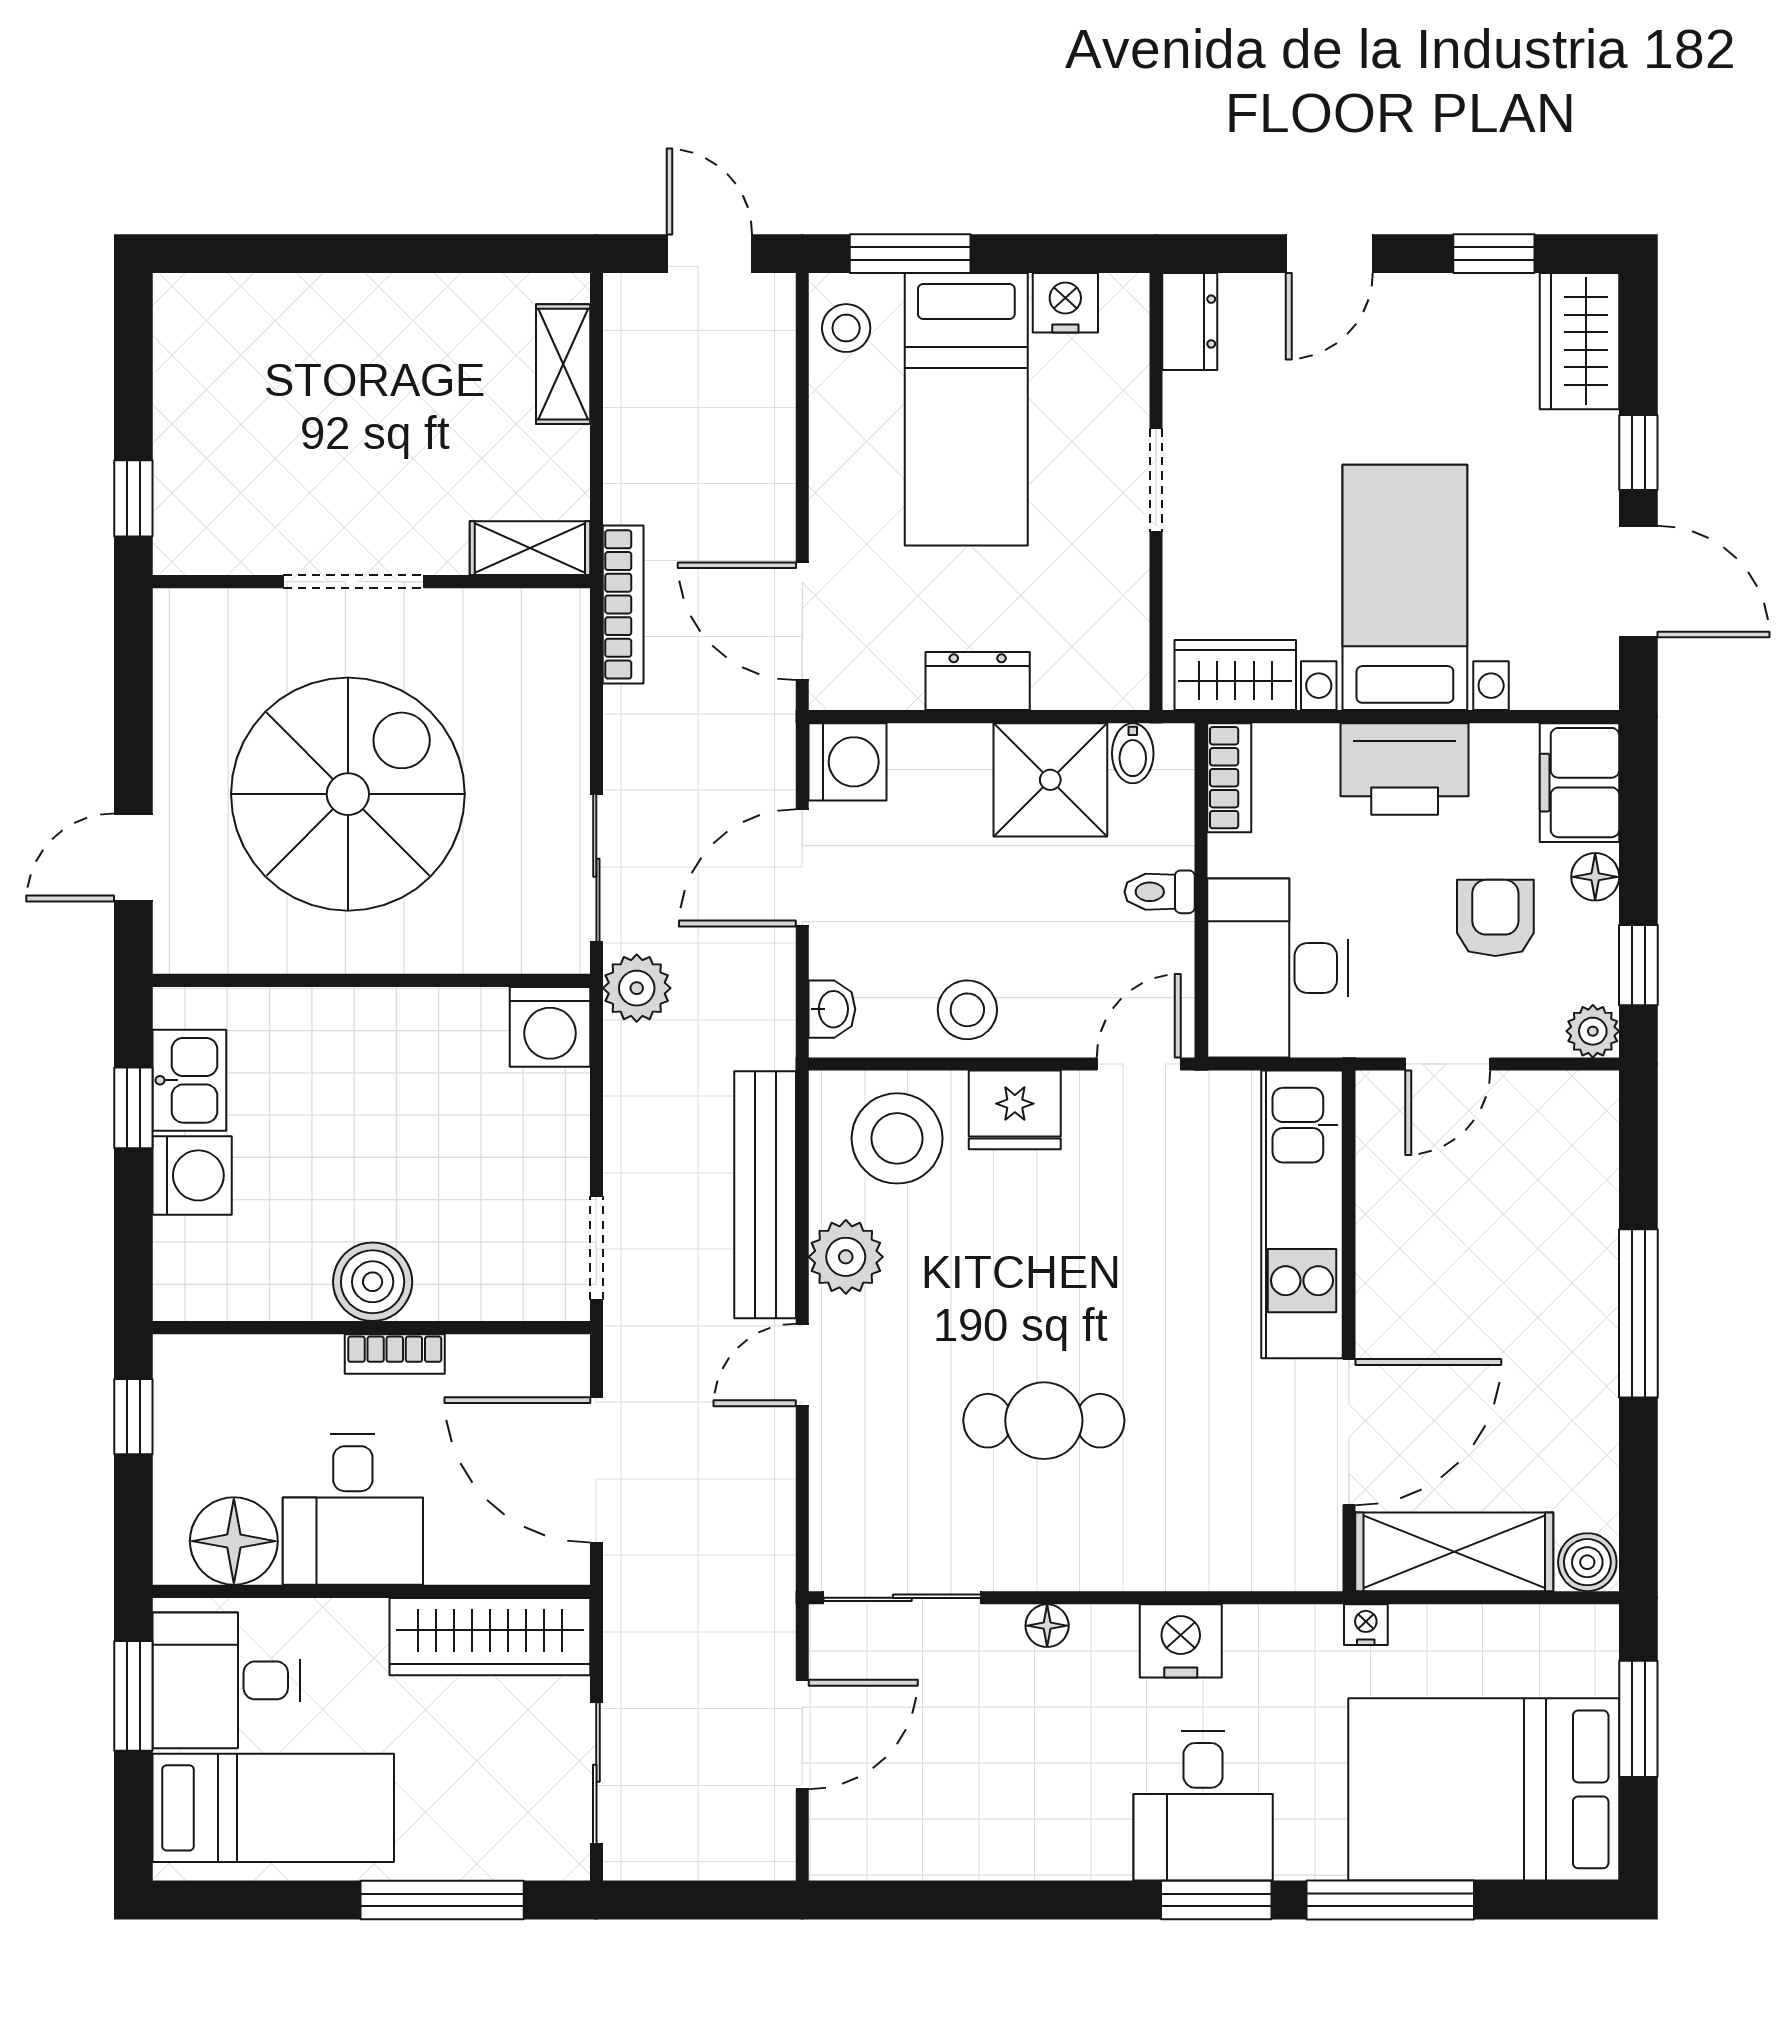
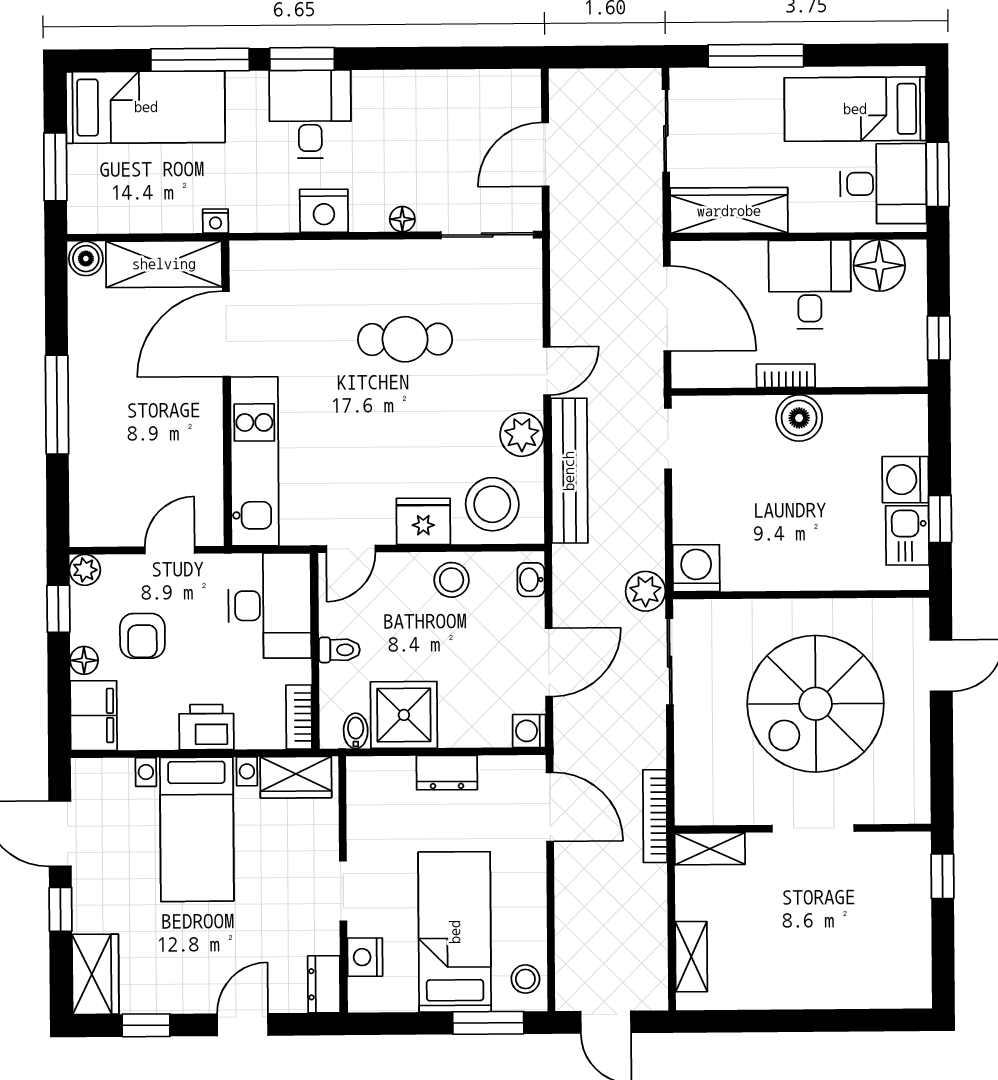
nightstand: (1065, 303) -> (365, 957), moved, turned 90
washing machine: (847, 762) -> (529, 731), width x0.73, depth x0.73
printer: (1405, 769) -> (206, 727), width x0.73, depth x0.84
bed: (1484, 1789) -> (146, 107), width x0.67

